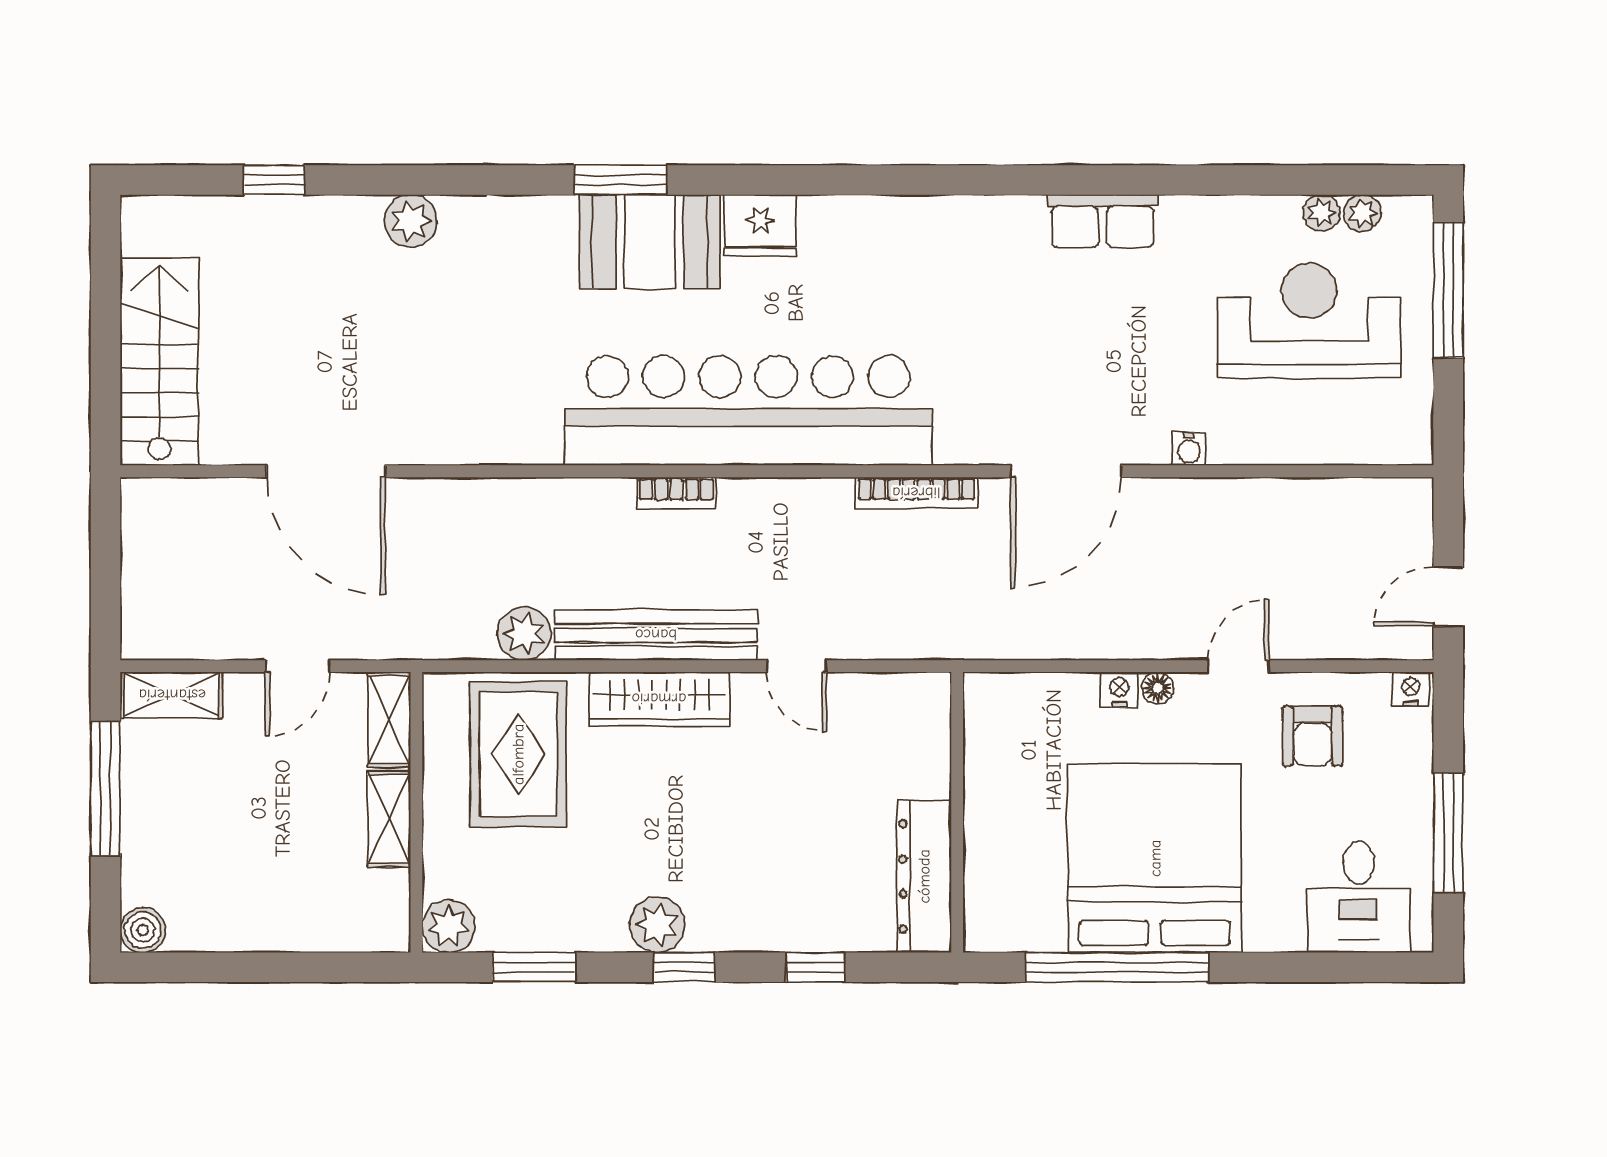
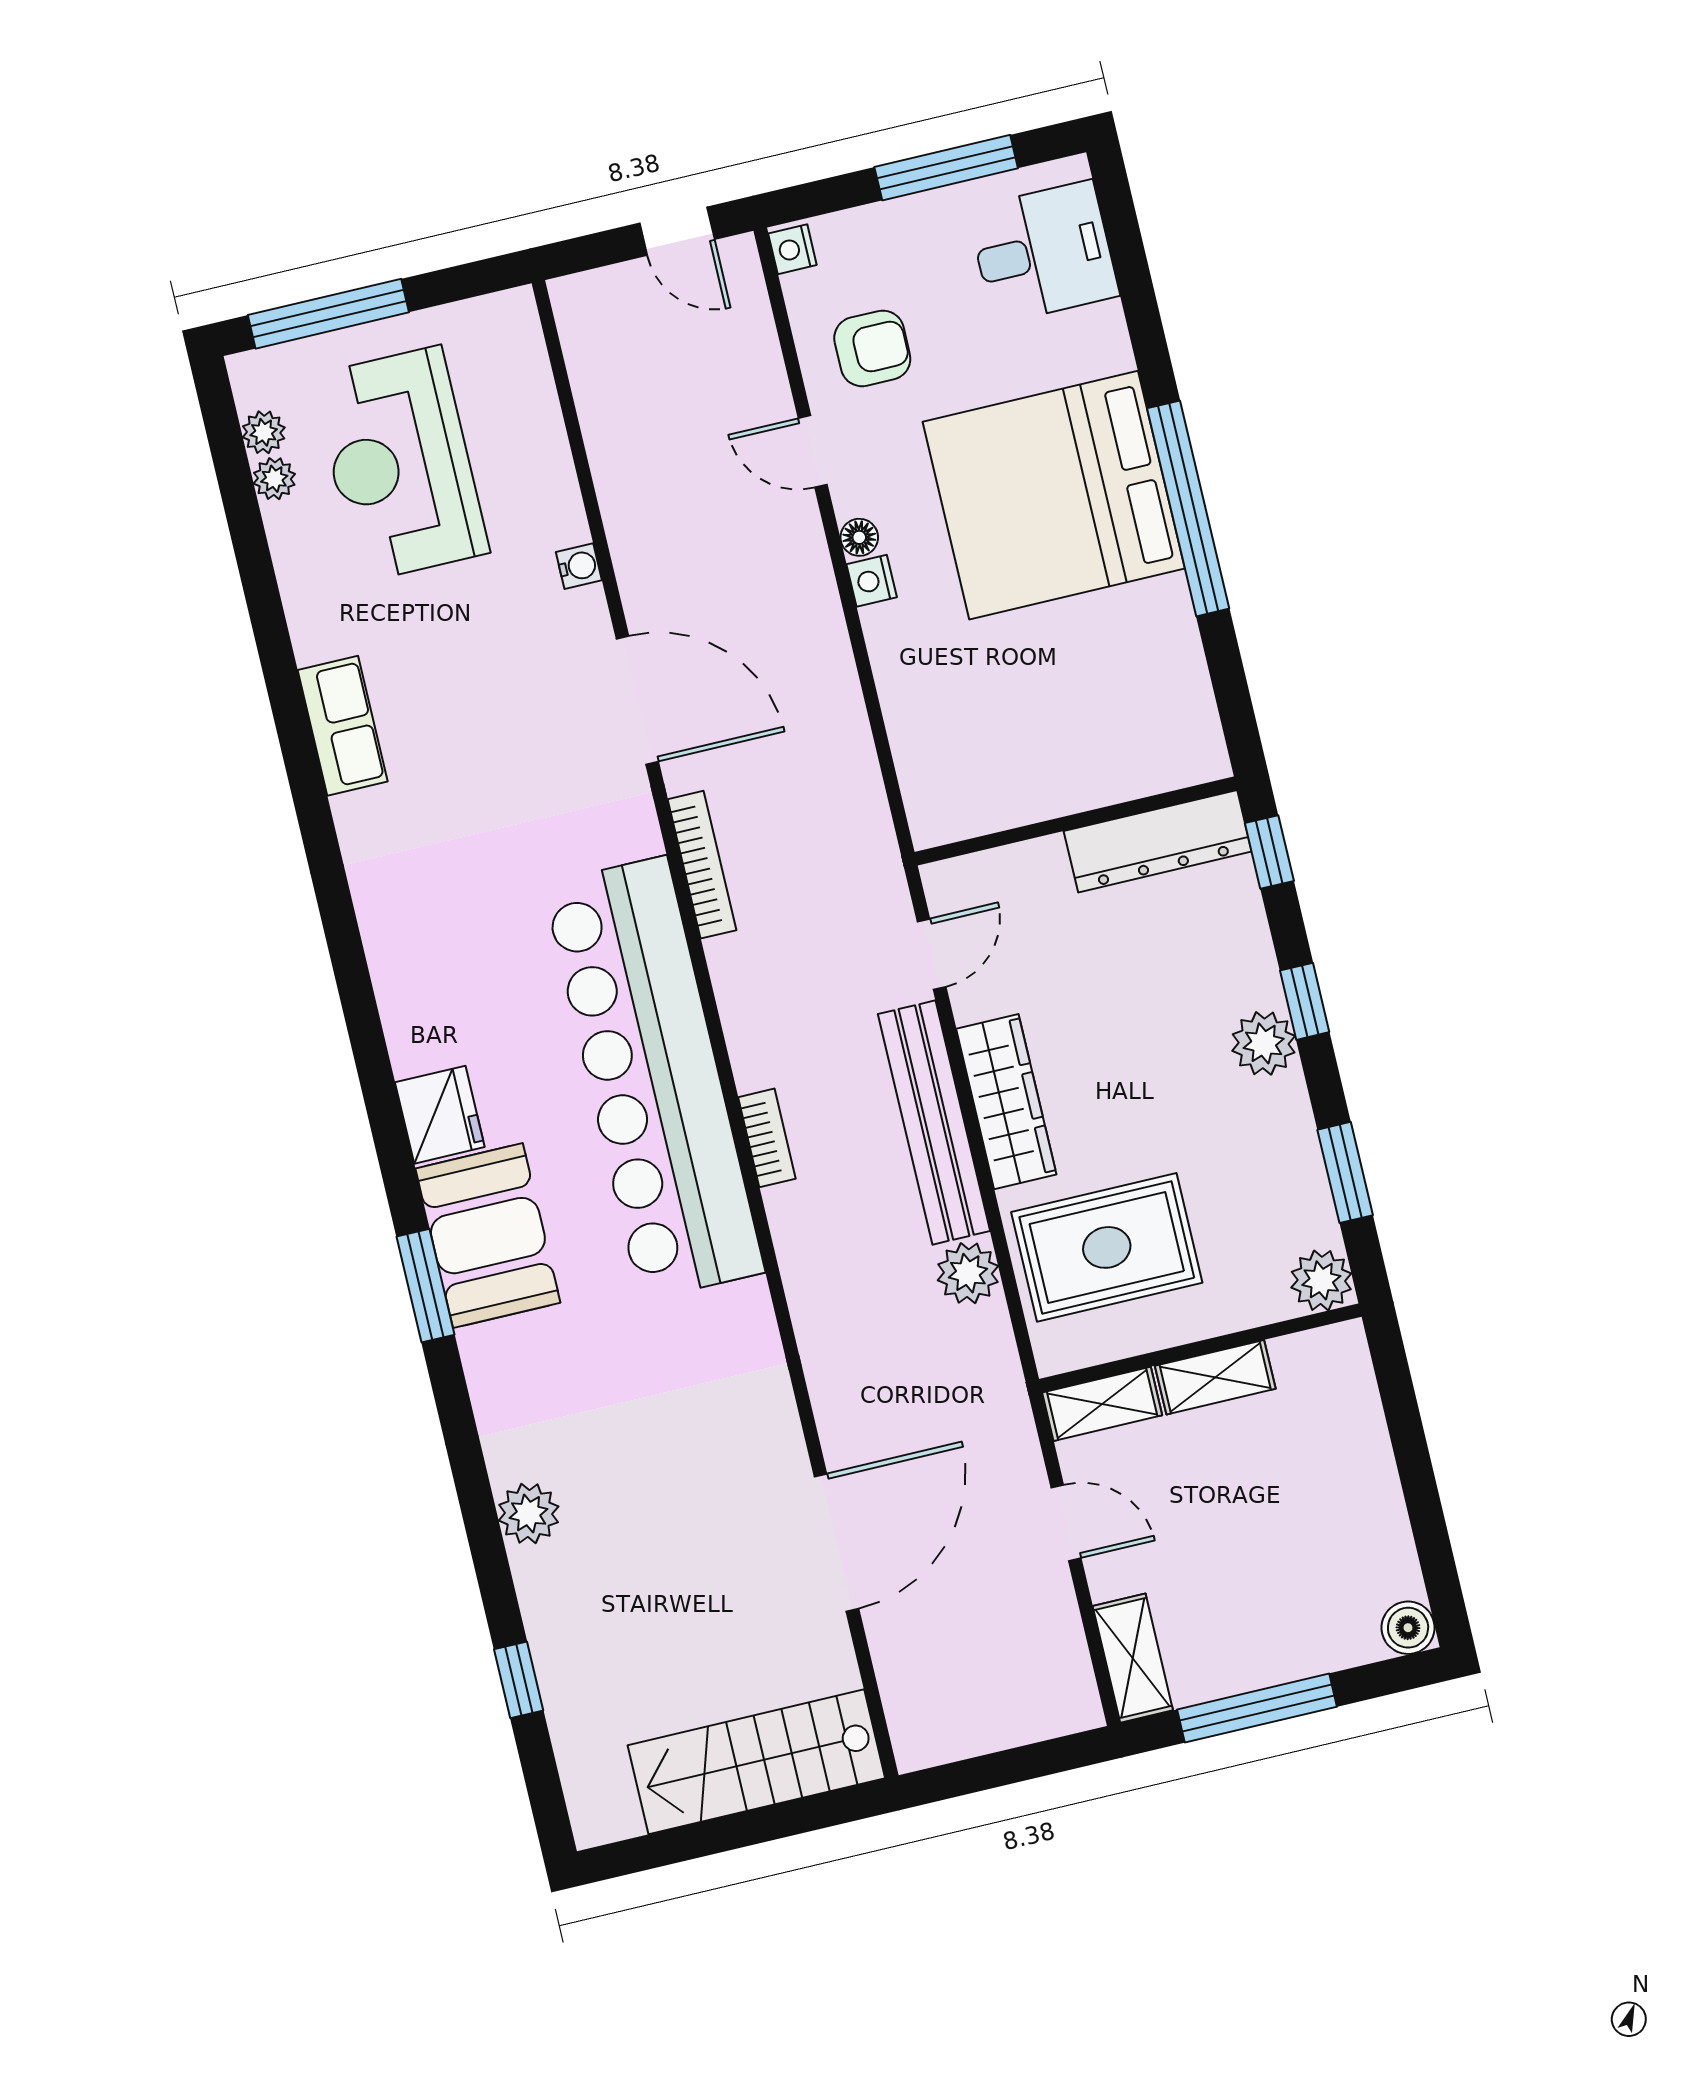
wall: (957, 812) -> (1076, 821), moved
dresser: (924, 876) -> (1158, 841), moved

